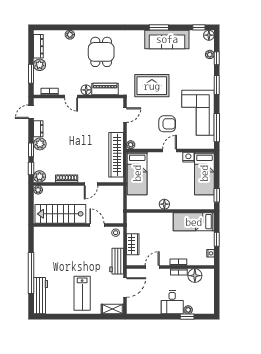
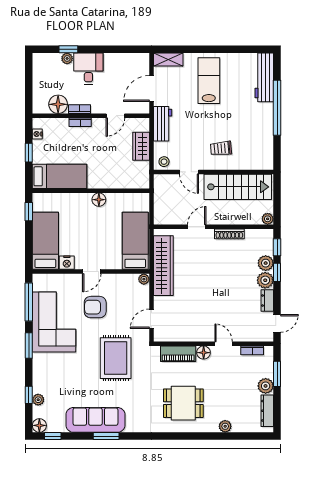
dining table: (101, 52) -> (183, 403), turned 90
window: (217, 85) -> (29, 345), moved
rug: (152, 86) -> (116, 358), turned 90
plant: (40, 176) -> (266, 263), moved
trolley: (73, 243) -> (221, 148), added

